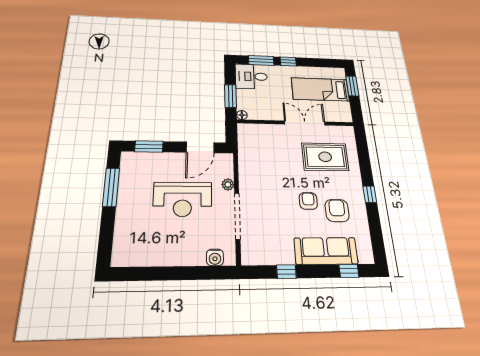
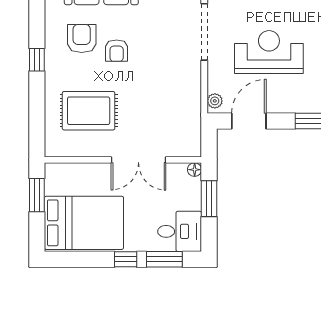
window: (352, 86) -> (37, 195), moved
bed: (320, 89) -> (84, 223), width x1.50
double door: (305, 123) -> (138, 160), moved
plant: (228, 184) -> (215, 101), moved
armchair: (337, 211) -> (82, 38), turned 180

